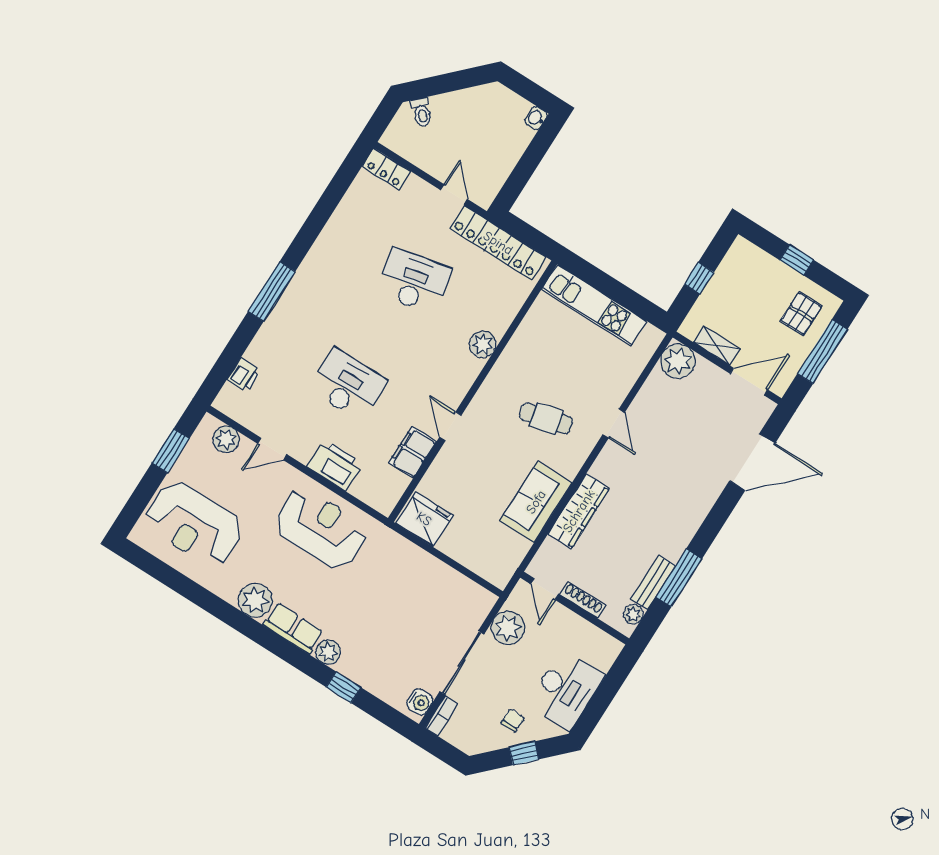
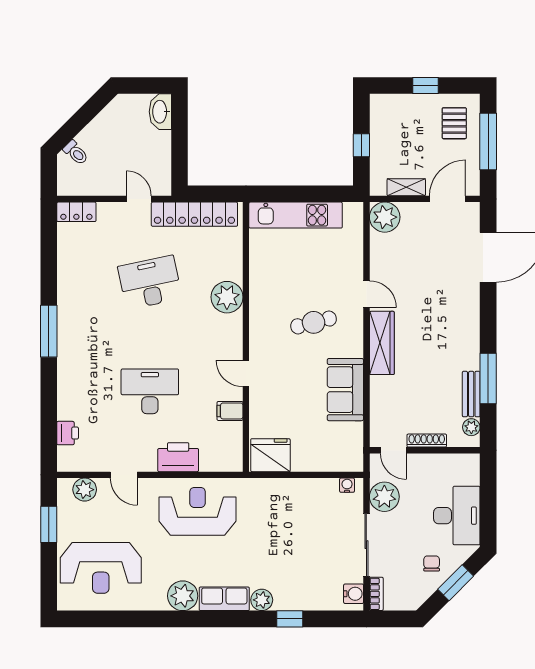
washbasin: (536, 118) -> (160, 112), width x1.91, depth x1.45
window: (272, 292) -> (49, 331), moved
plant: (483, 344) -> (227, 297), width x1.36, depth x1.36
door: (272, 449) -> (124, 475), hinge flipped
filing cabinet: (413, 452) -> (230, 411), width x0.50
wardrobe: (579, 511) -> (382, 343), moved
water cooler: (479, 594) -> (347, 485), added
window: (524, 753) -> (456, 583), width x1.50

